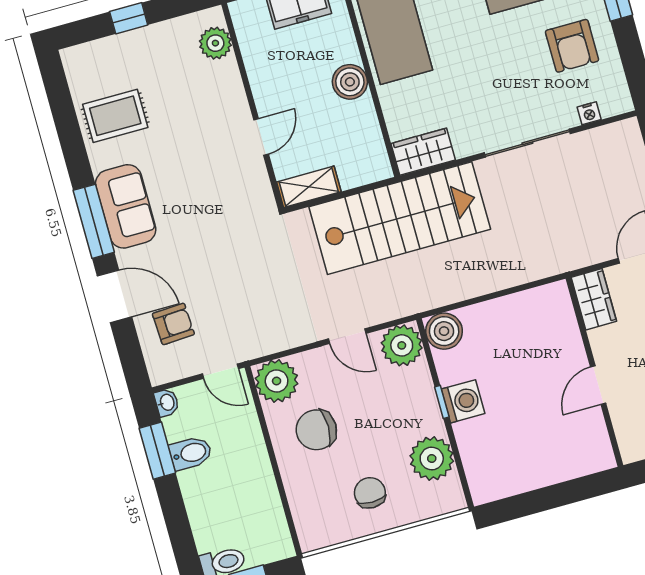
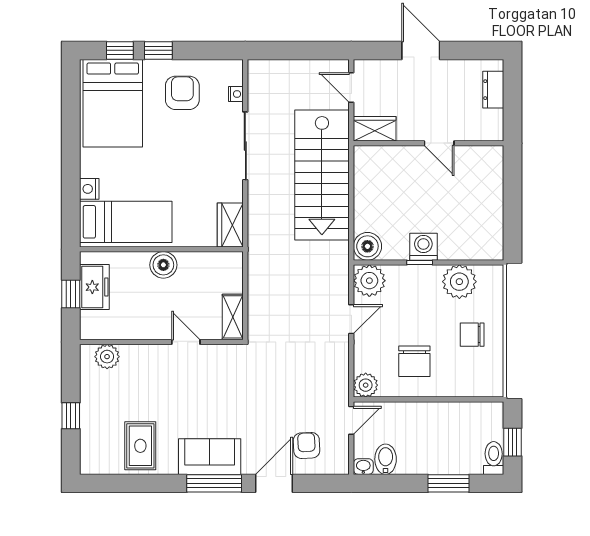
armchair: (572, 46) -> (182, 93), turned -90
stairs: (400, 218) -> (322, 175), moved, turned 180
plant: (277, 381) -> (366, 385), width x0.73, depth x0.73
window: (157, 451) -> (448, 483), moved
bidet: (191, 453) -> (386, 459), moved

